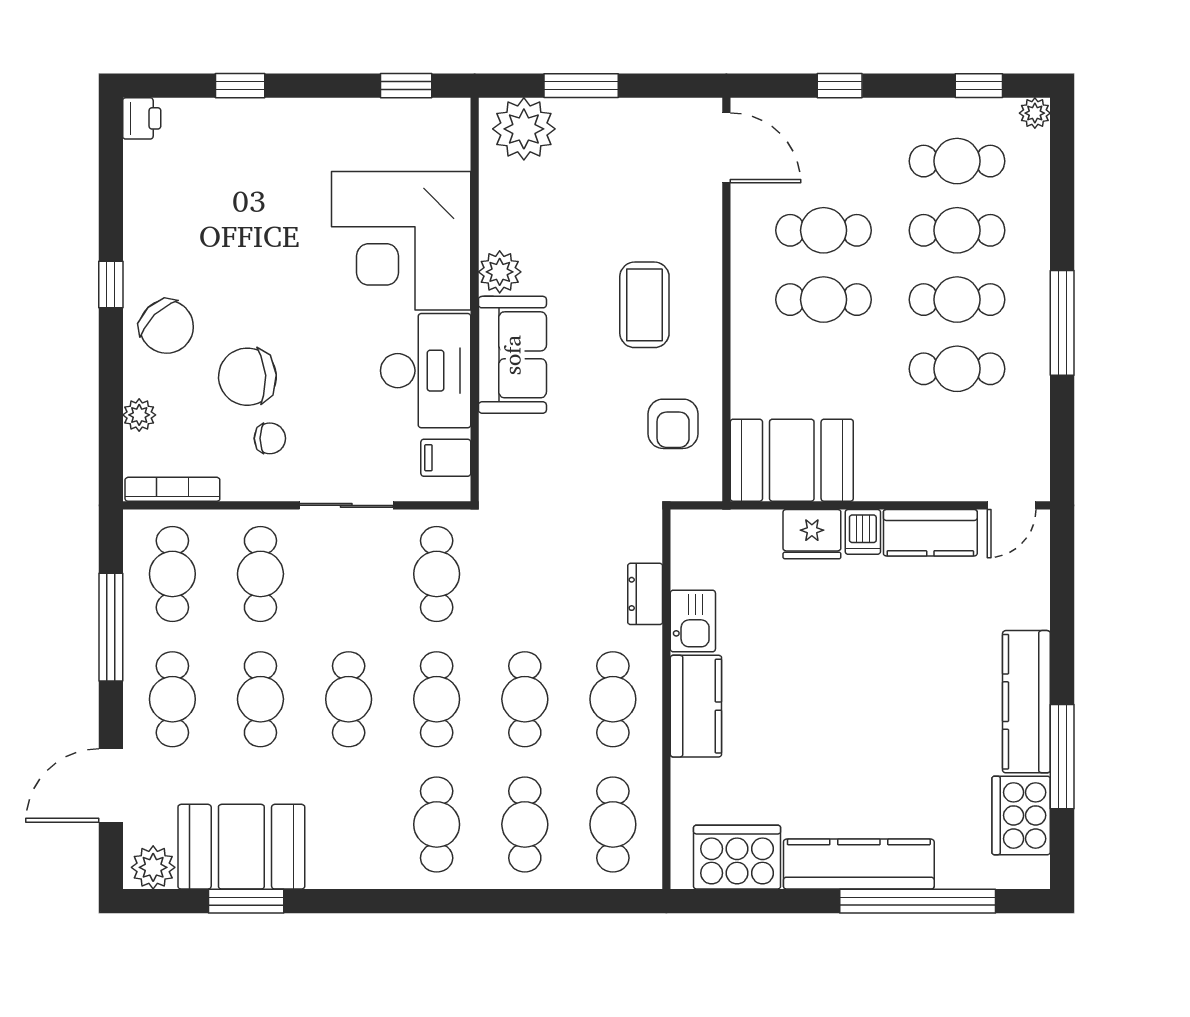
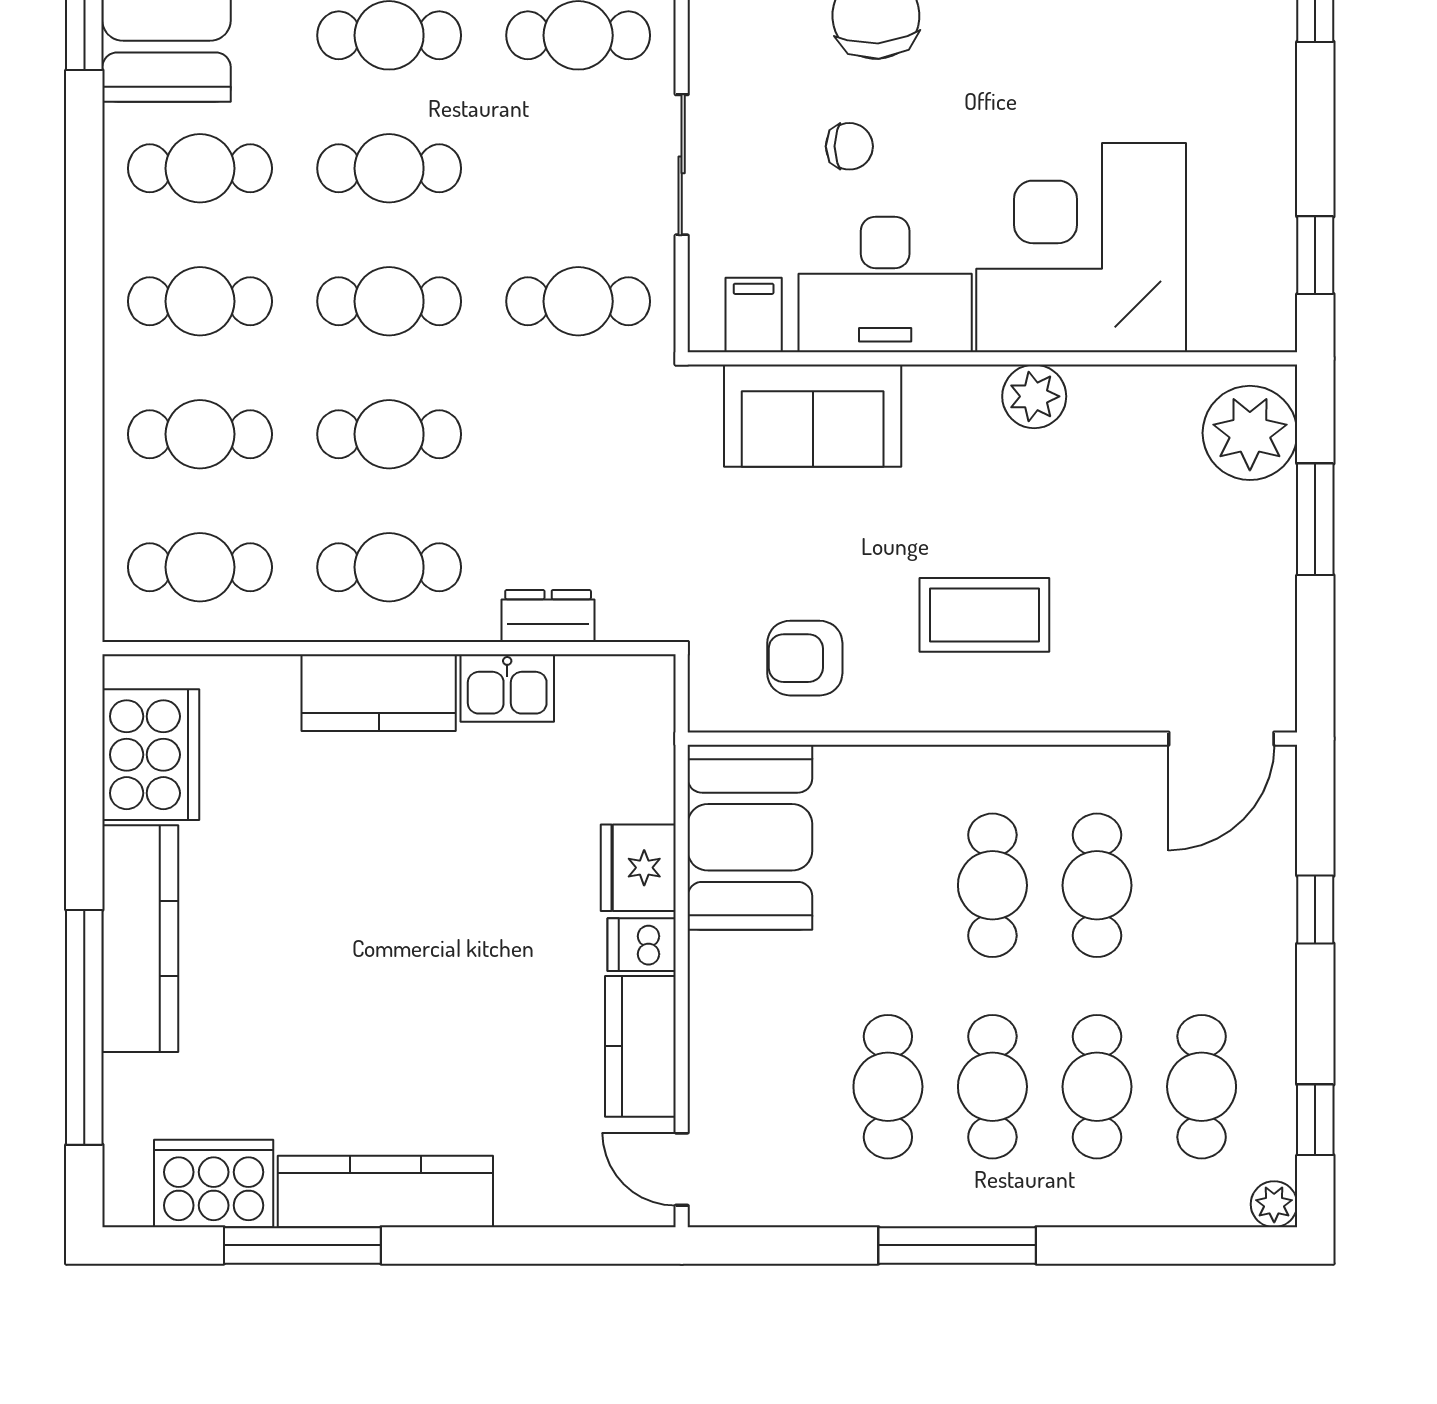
sofa: (512, 355) -> (813, 416), moved
chair: (270, 438) -> (849, 146), moved, turned -90
cafe table: (349, 824) -> (200, 168), added

